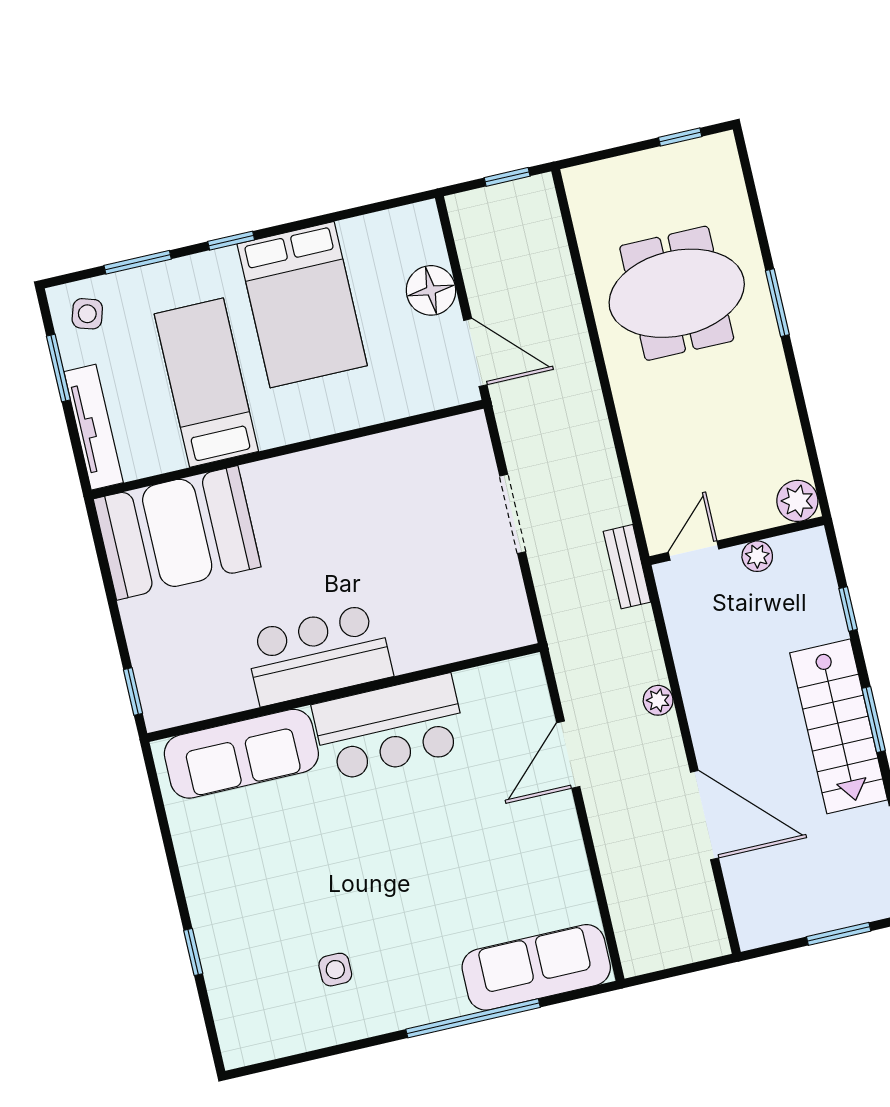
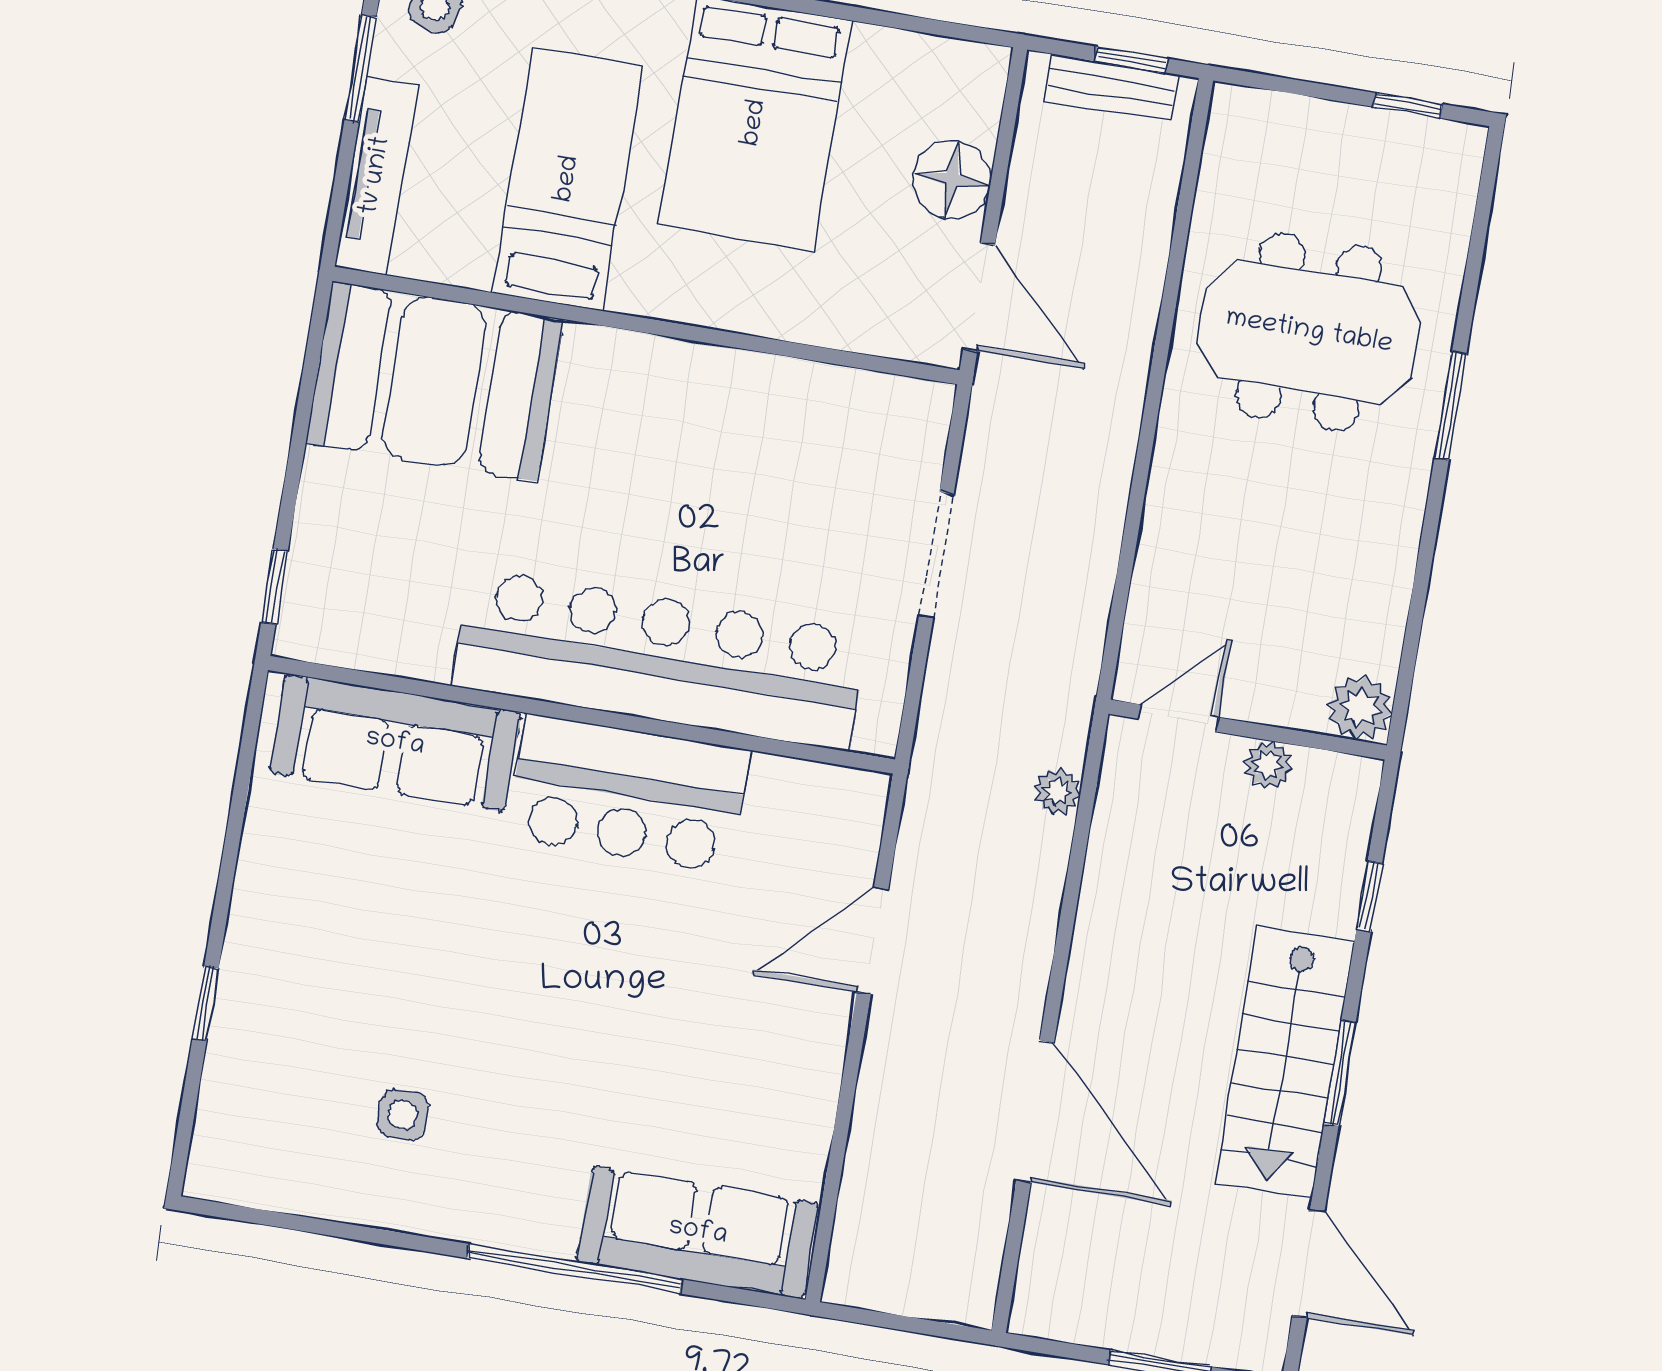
bench: (627, 567) -> (1111, 88), moved, turned 90
bar counter: (319, 655) -> (660, 659), width x1.86
plant: (658, 700) -> (1057, 791), moved

